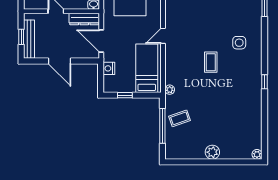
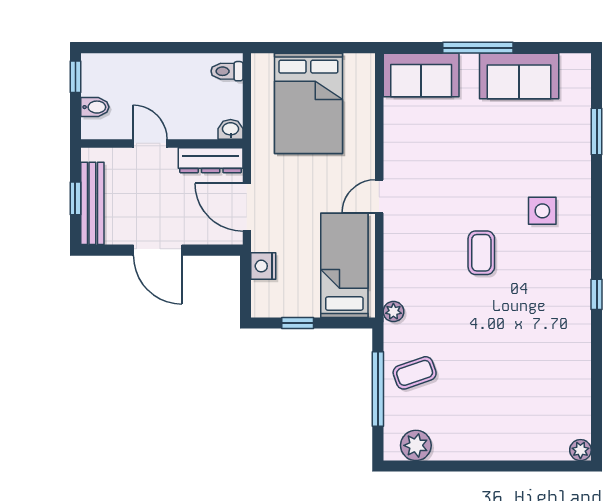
plant: (212, 152) -> (416, 445), moved

